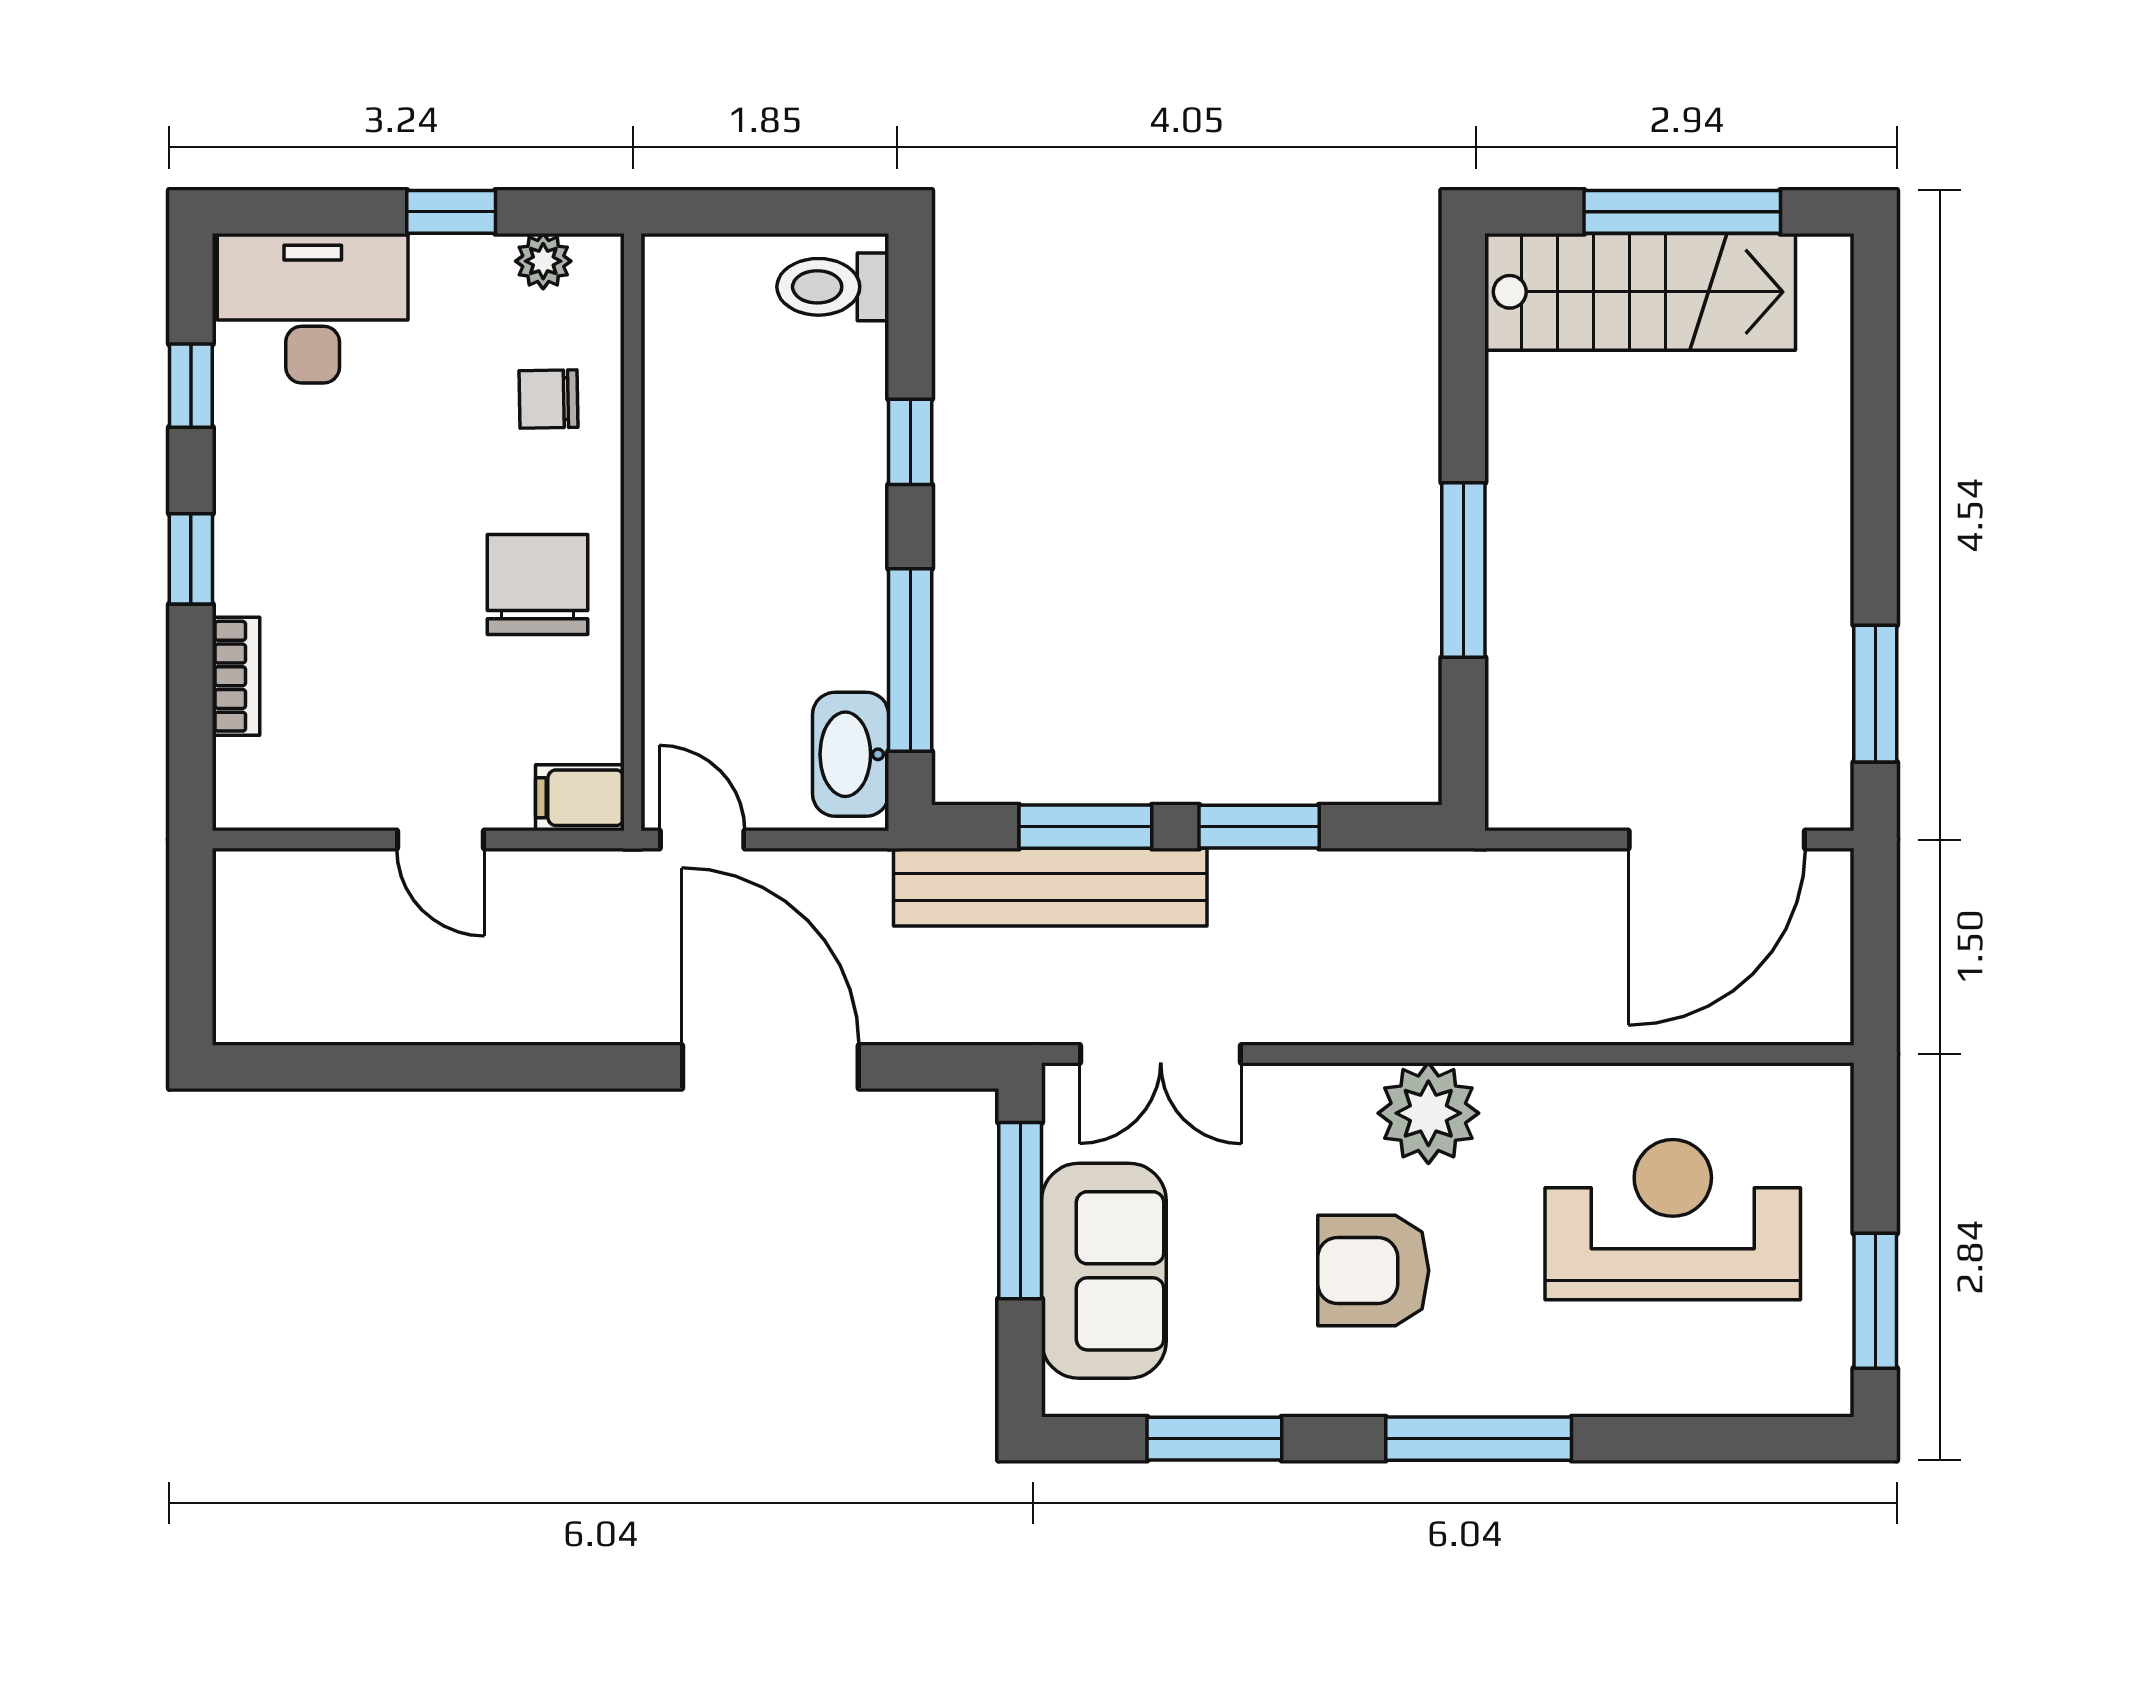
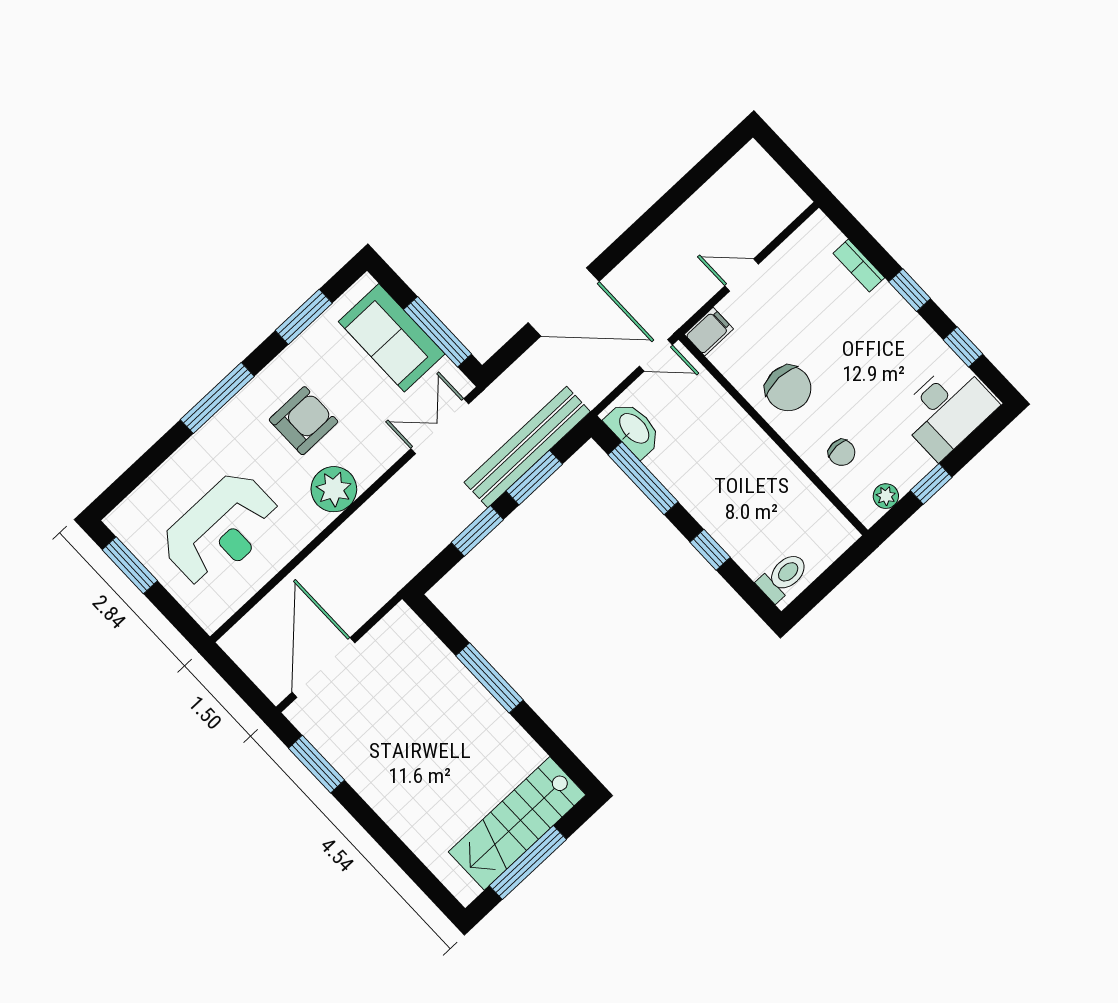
chair: (549, 399) -> (842, 453), turned 91

